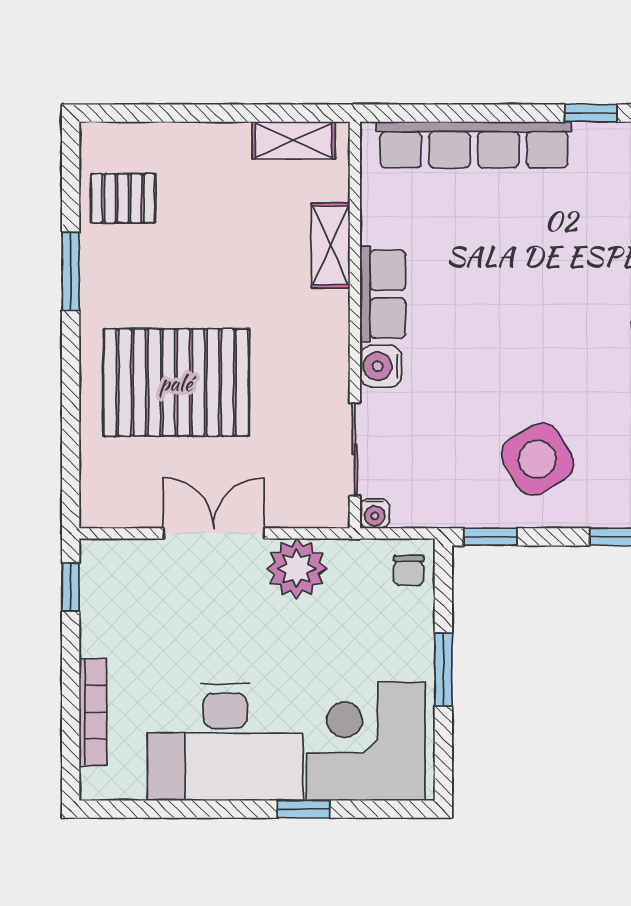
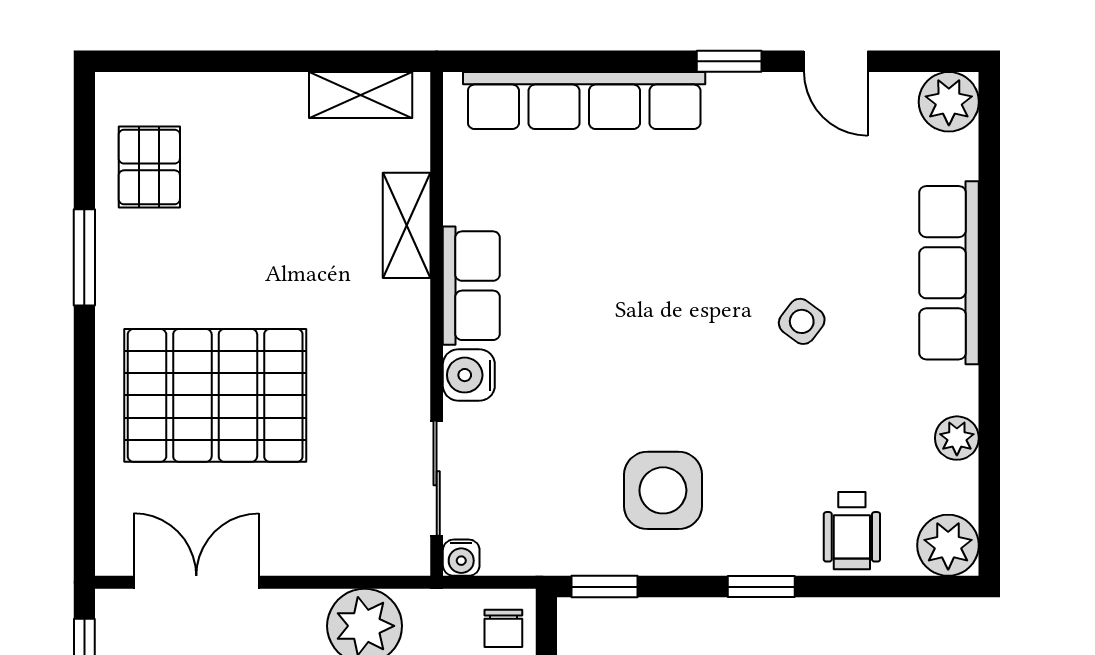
pallet: (123, 198) -> (149, 167), turned 90
side table: (537, 459) -> (663, 490), turned 31
double door: (214, 533) -> (196, 582), moved

